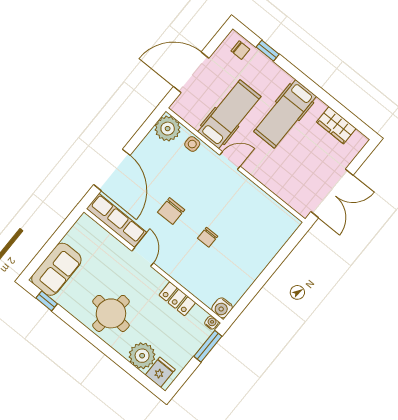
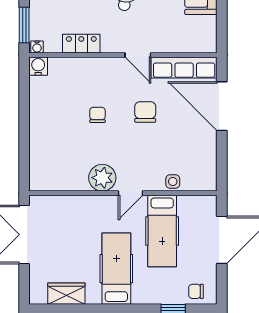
plant: (168, 129) -> (102, 178), moved

